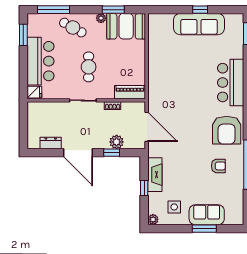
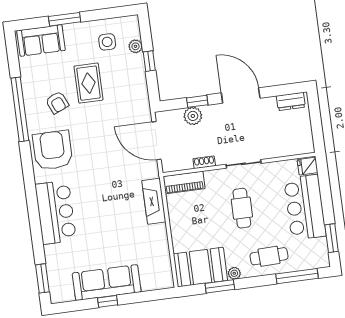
cafe table: (73, 28) -> (269, 256), turned -31
dresser: (51, 143) -> (291, 101), moved
armchair: (218, 166) -> (57, 102), turned -113
fireplace: (155, 175) -> (154, 201), moved
rug: (193, 178) -> (88, 83), added
sofa: (207, 215) -> (41, 40), moved
plant: (153, 219) -> (136, 46), moved

